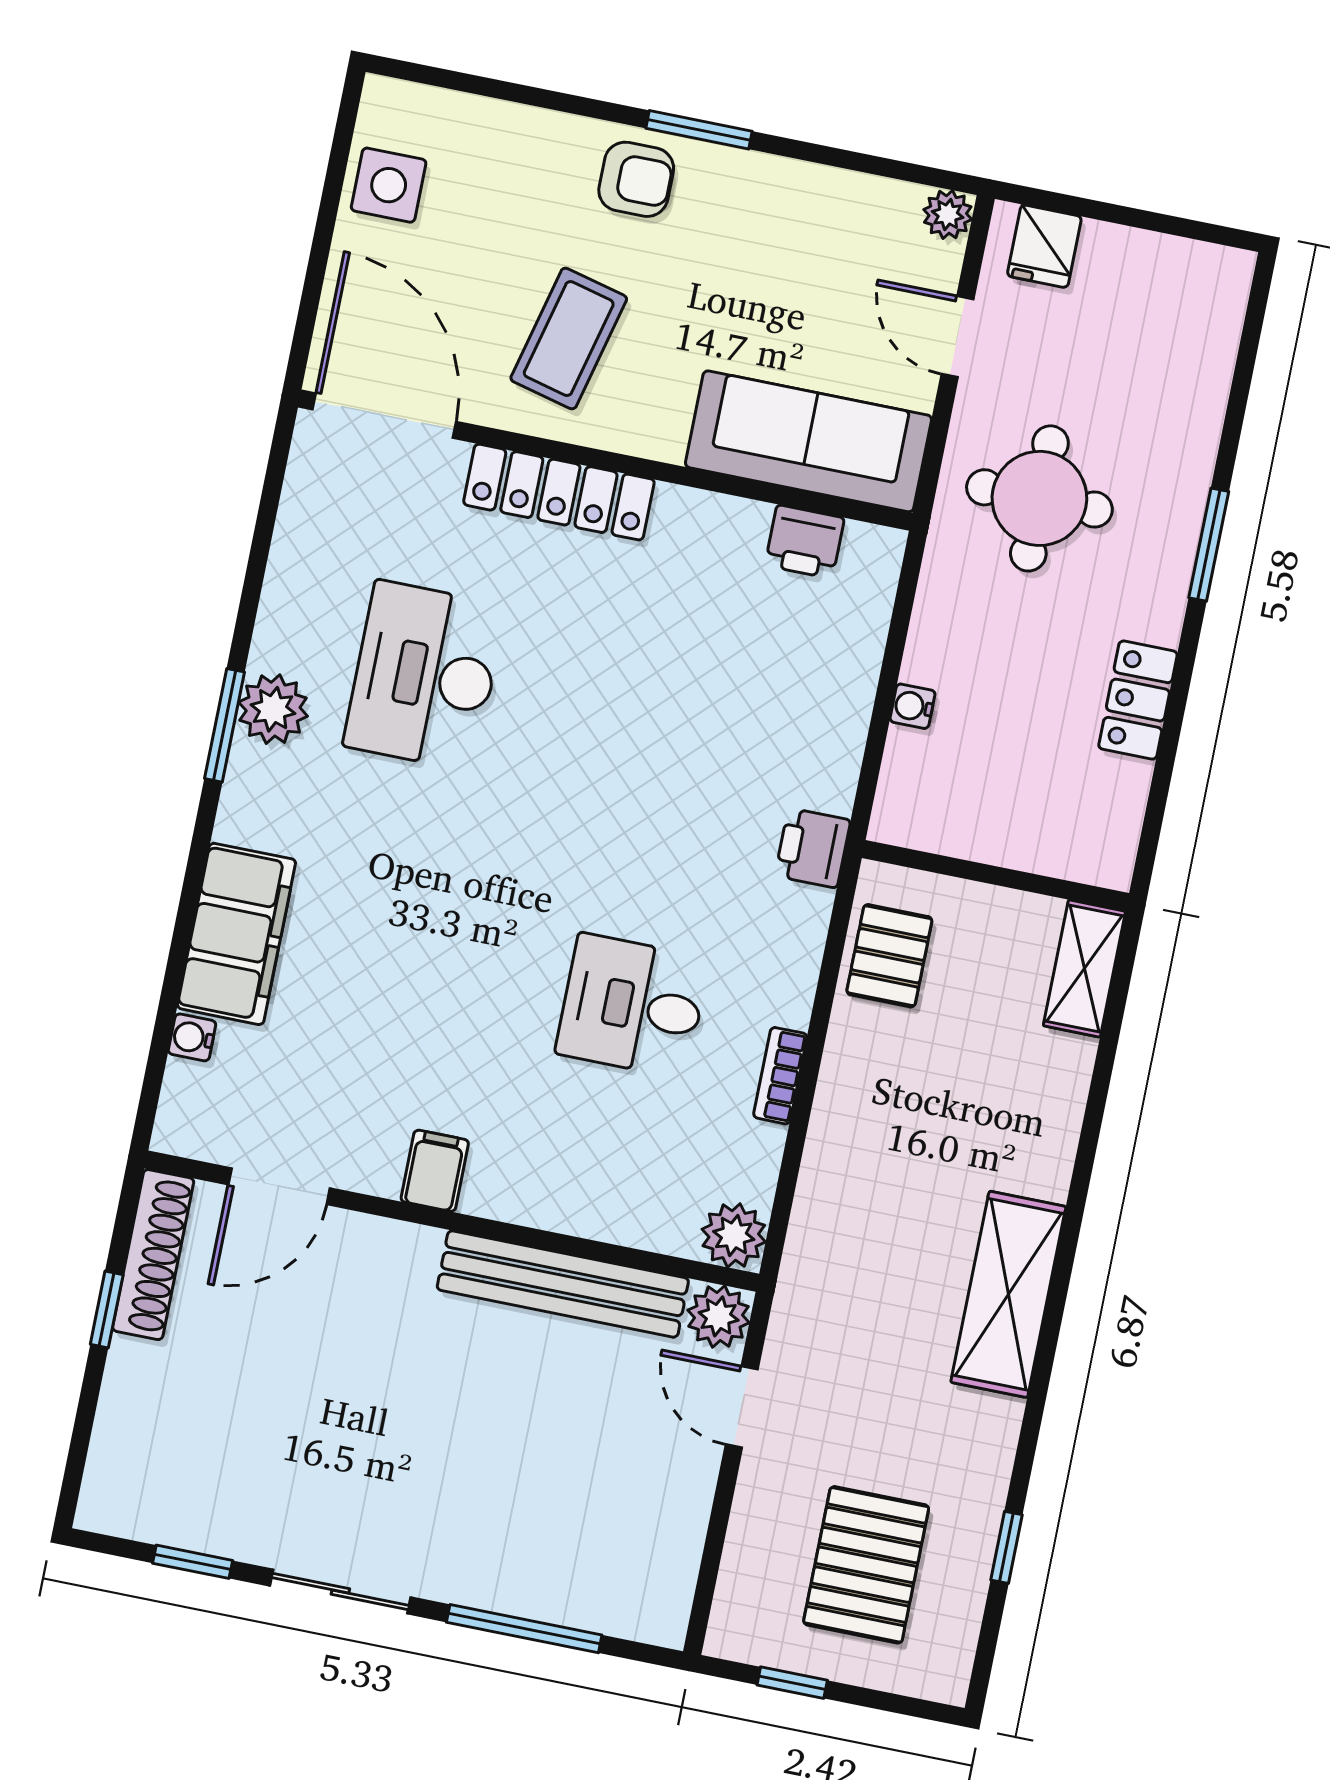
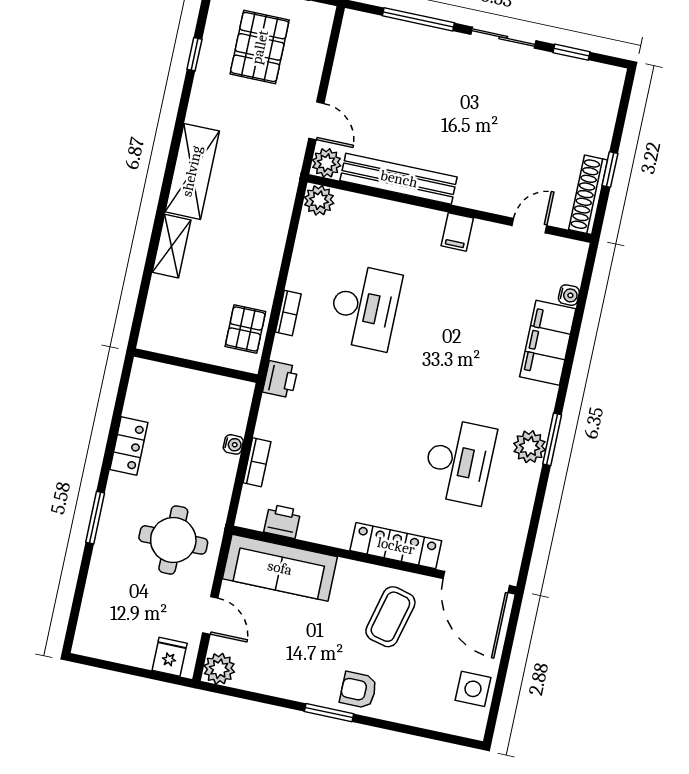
plant: (948, 214) -> (219, 669), width x1.38, depth x1.38
bookcase: (861, 668) -> (257, 462), added
shelving: (1084, 968) -> (171, 246), moved
desk: (633, 1006) -> (365, 307), width x1.37
bookcase: (780, 1076) -> (288, 313), moved
door: (279, 1186) -> (529, 226), width x0.73

